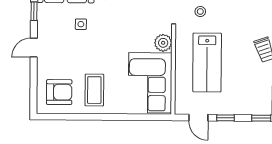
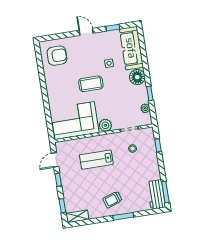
lab bench: (207, 62) -> (96, 160), width x0.73, depth x0.72
coffee table: (94, 90) -> (91, 84), moved
armchair: (59, 92) -> (57, 56), turned -90

